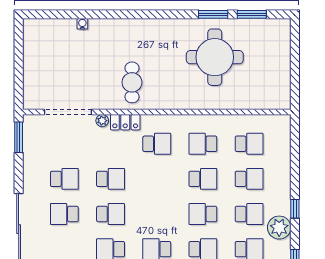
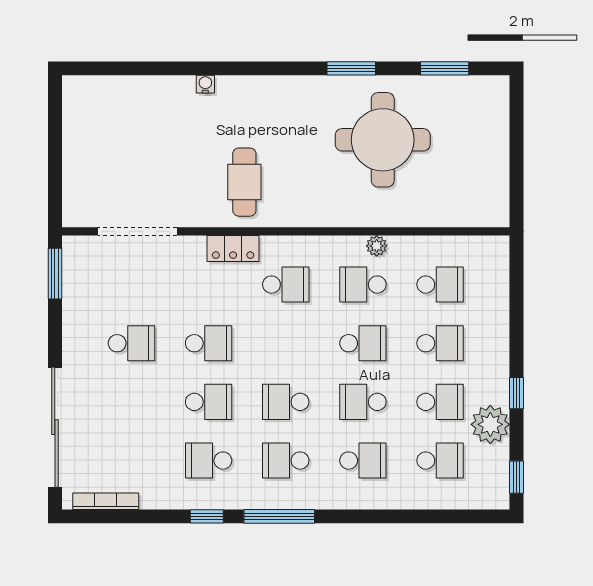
window: (213, 14) -> (351, 68), moved
water cooler: (82, 24) -> (205, 84), moved
plant: (102, 121) -> (377, 246), moved
school desk: (64, 214) -> (286, 402), moved

